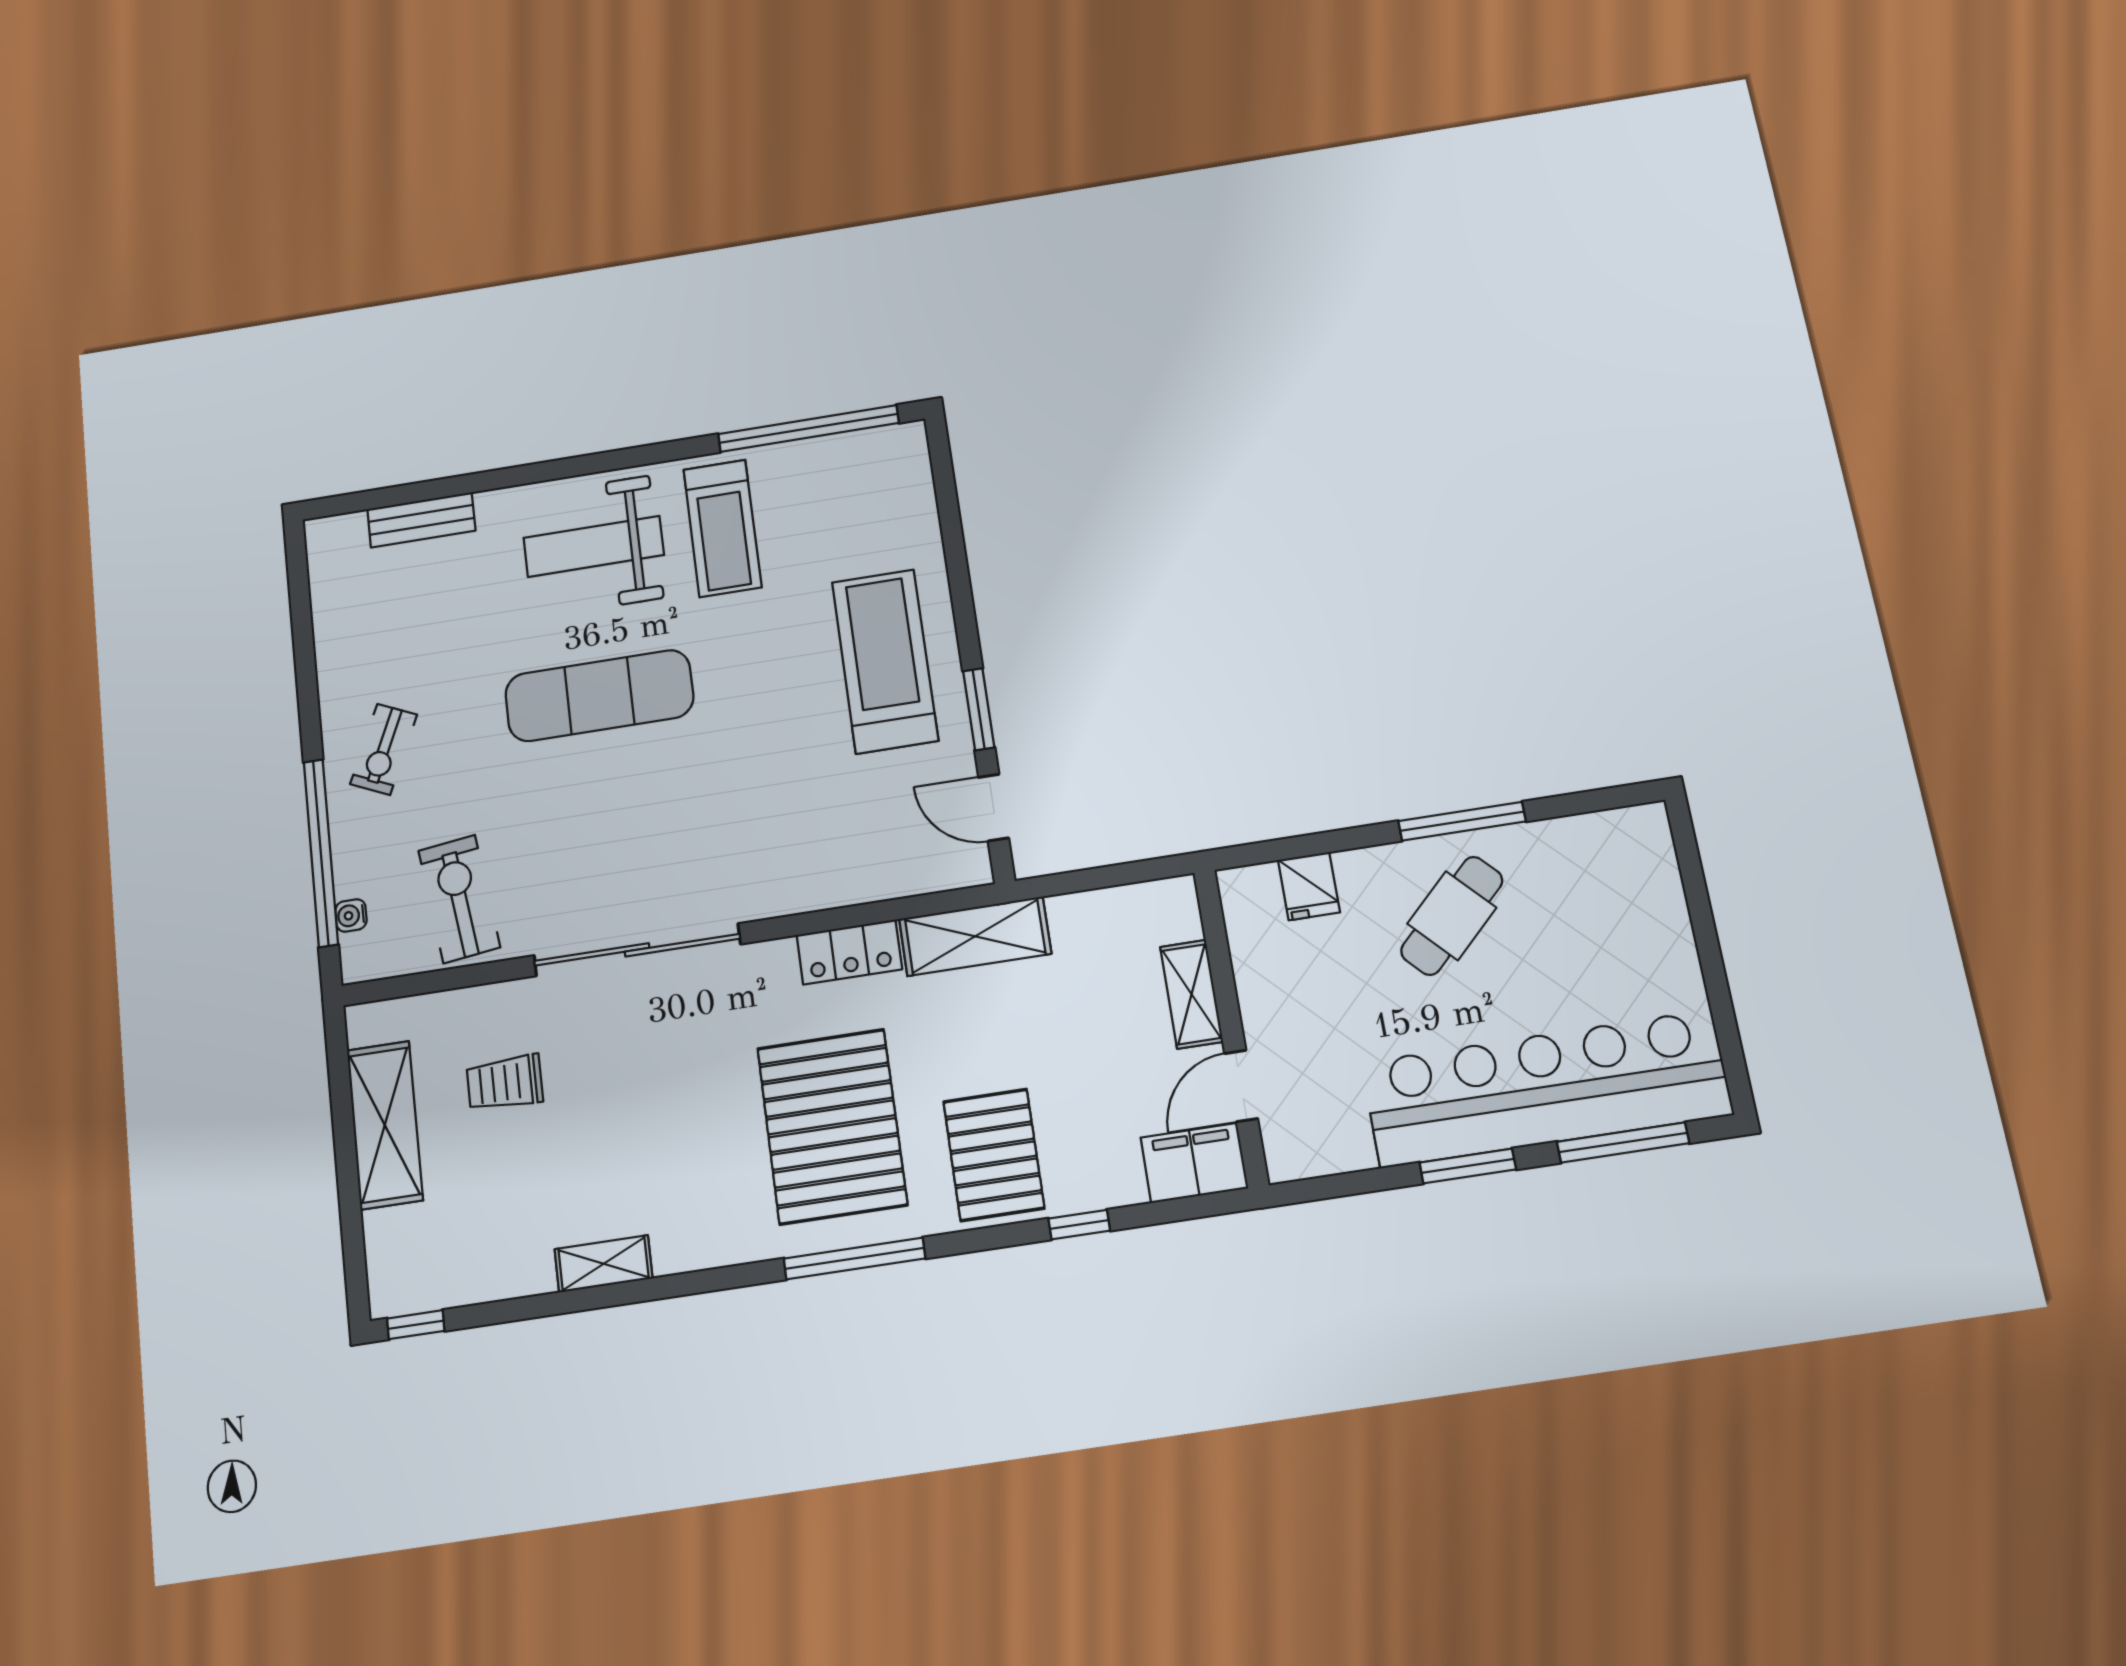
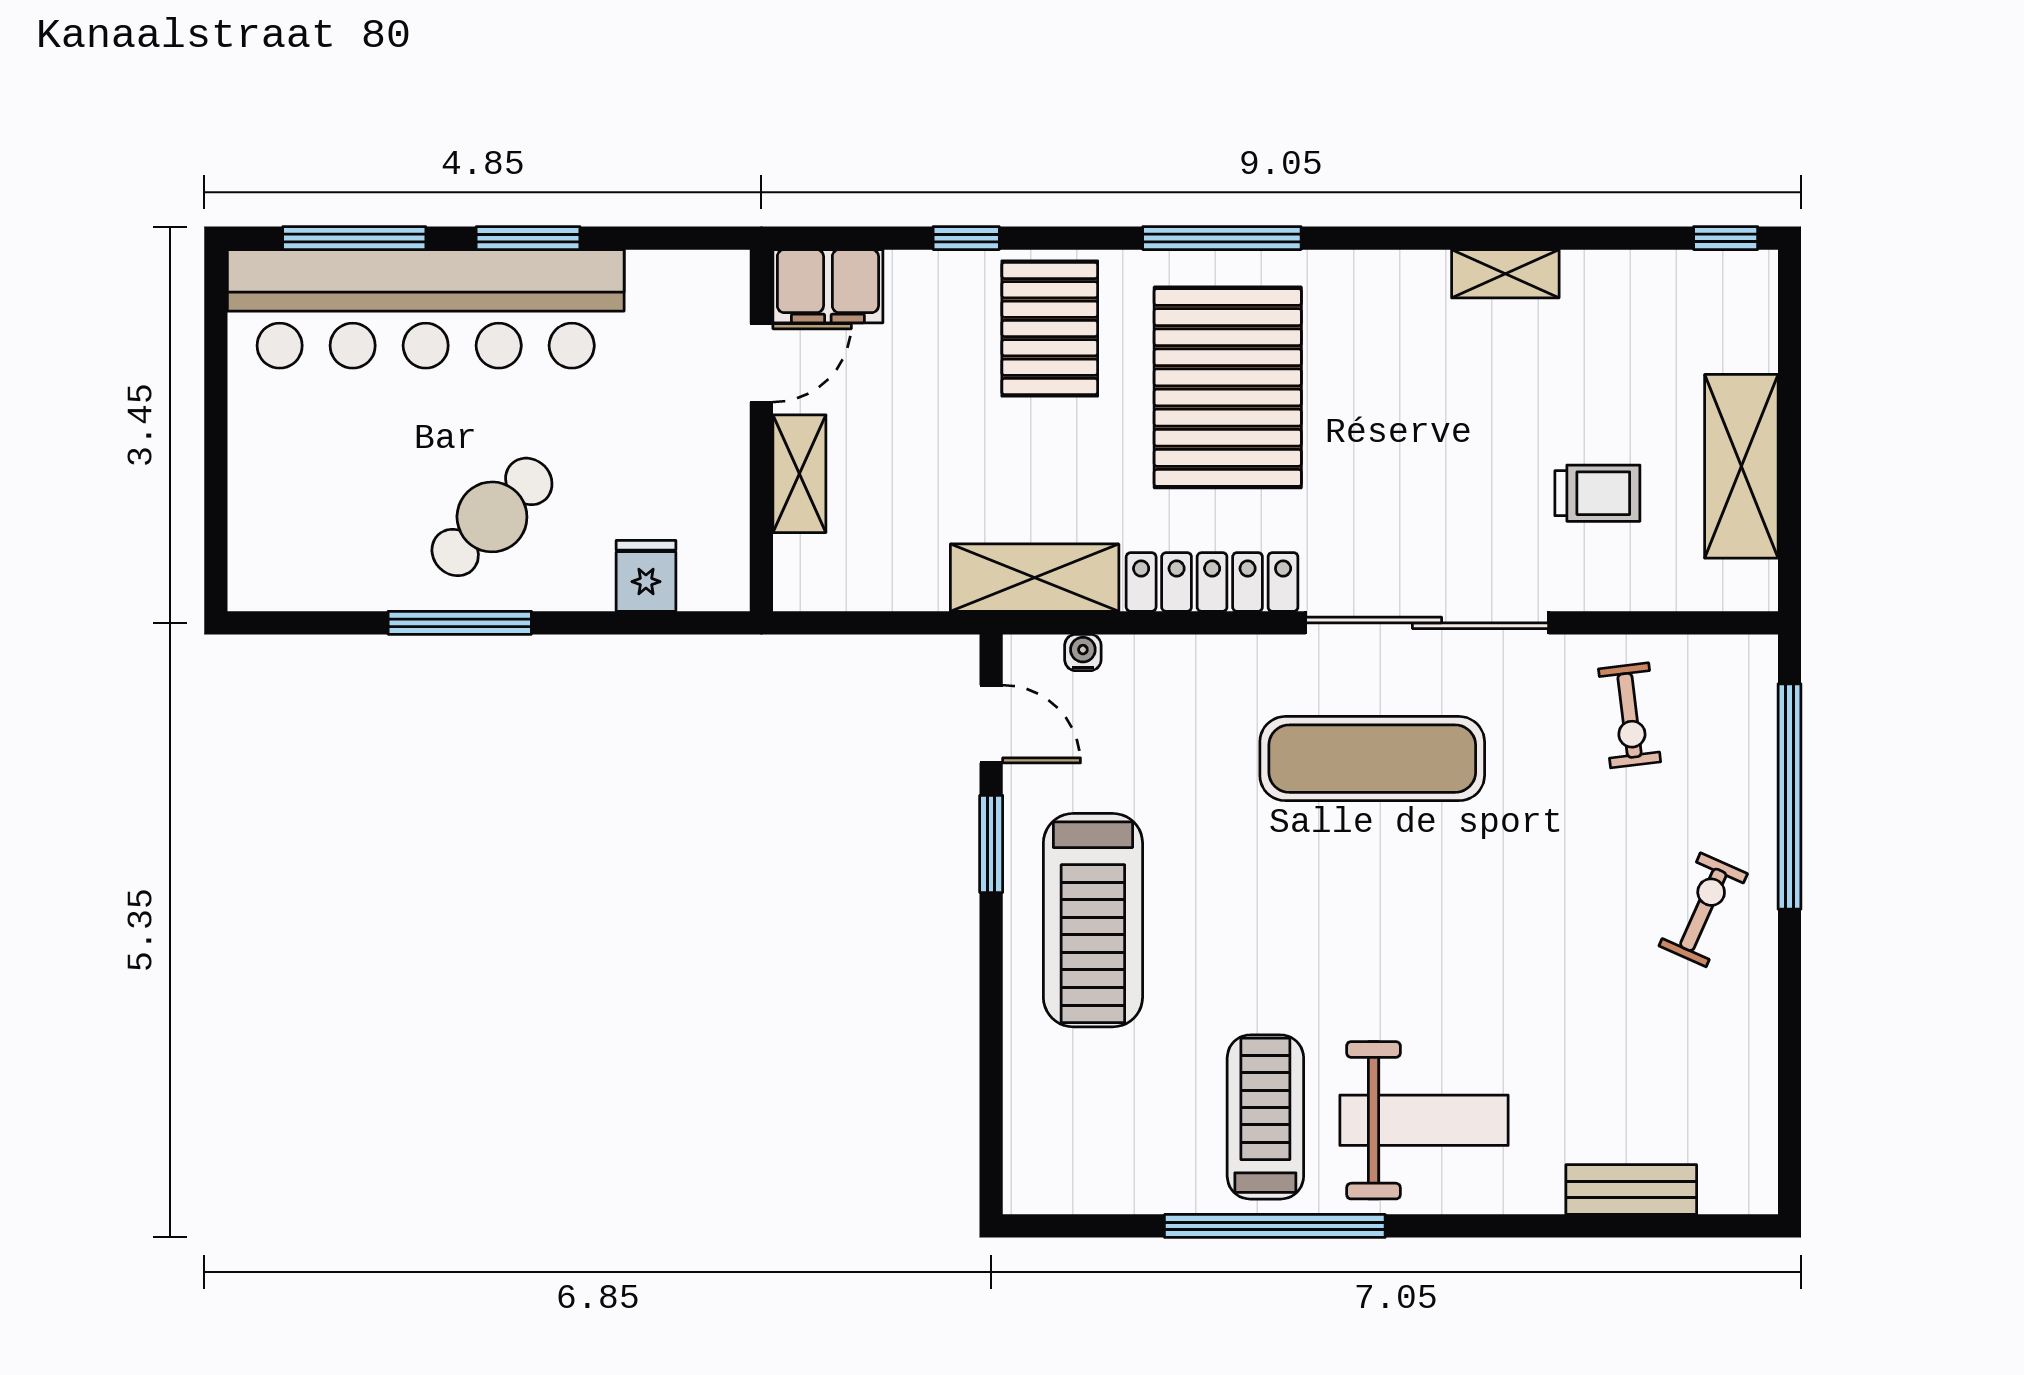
window: (808, 429) -> (1275, 1226), moved
exercise mat: (599, 696) -> (1372, 759), moved
exercise bike: (459, 899) -> (1630, 715), width x0.73, depth x0.72
water cooler: (351, 915) -> (1083, 653), moved, turned -90
locker: (849, 952) -> (1212, 582), width x1.53

